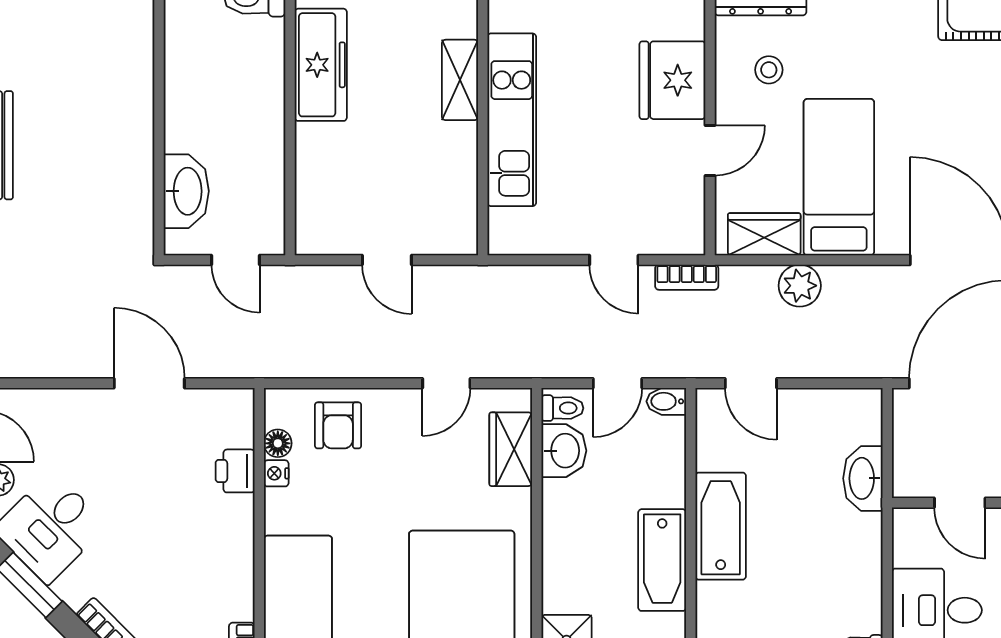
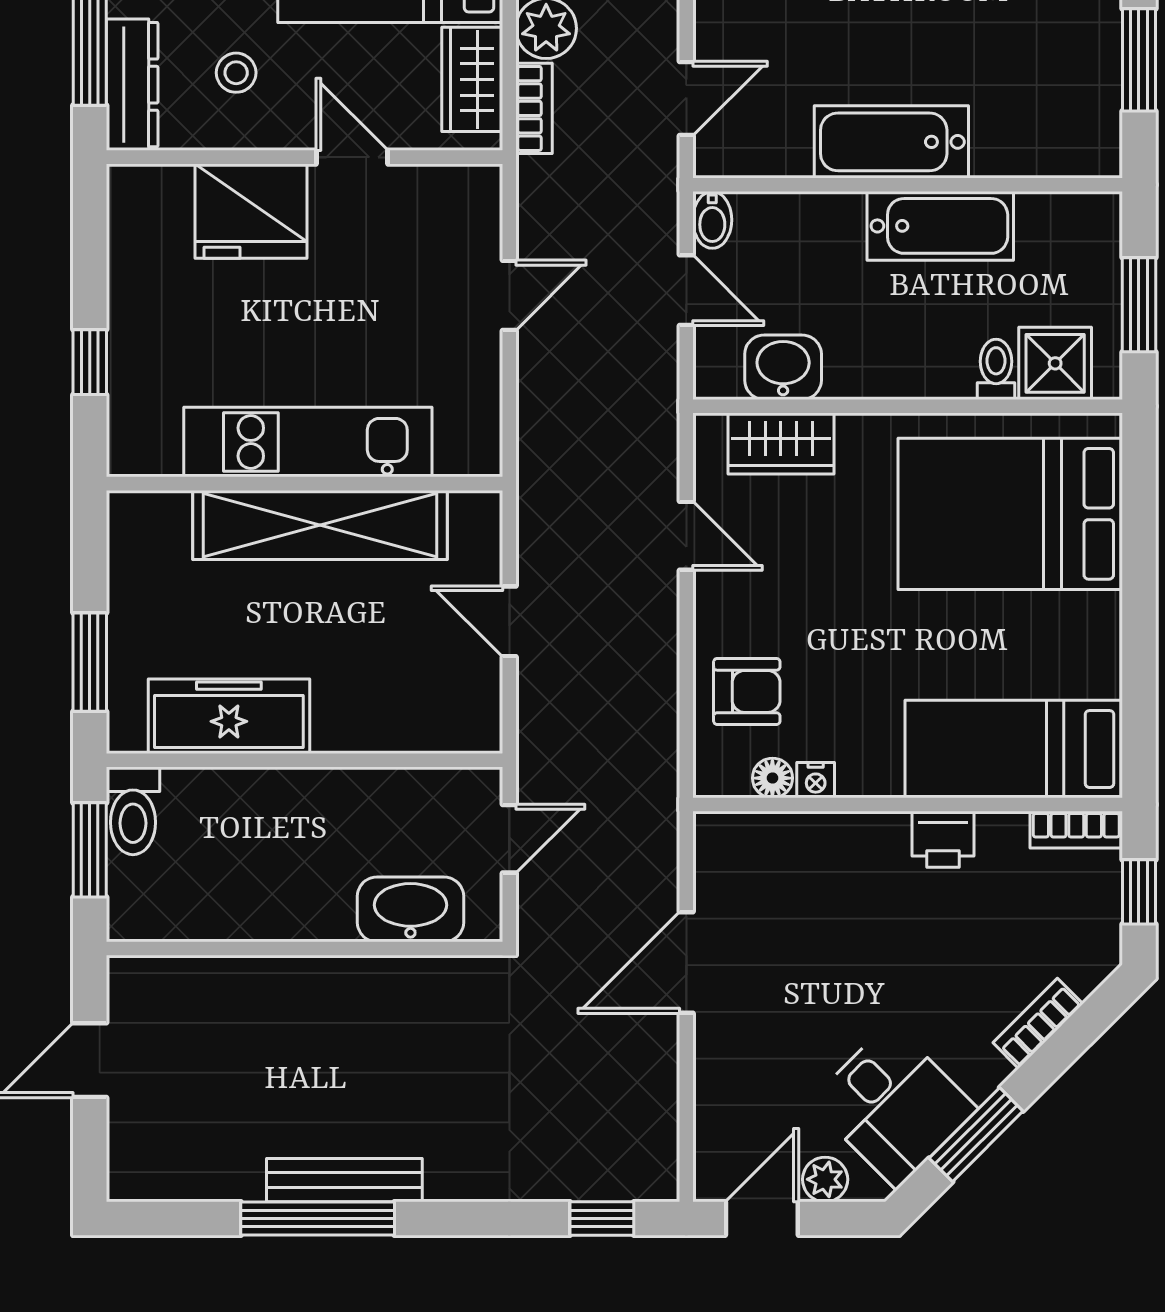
shelving: (460, 80) -> (320, 525), width x2.20, depth x1.33
door: (387, 260) -> (509, 621), swing flipped
bookcase: (687, 277) -> (534, 108), moved
toilet: (562, 408) -> (996, 369), moved
printer: (235, 471) -> (943, 839), moved

